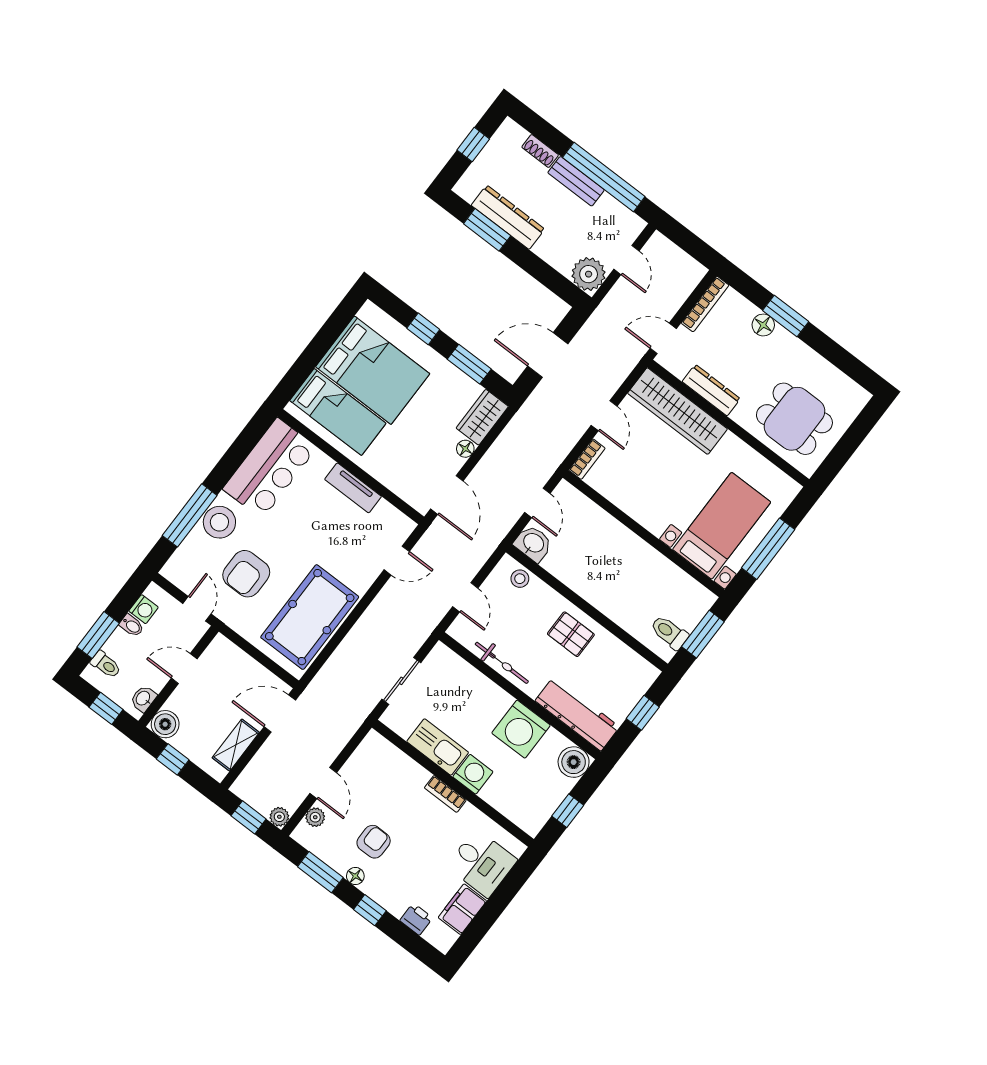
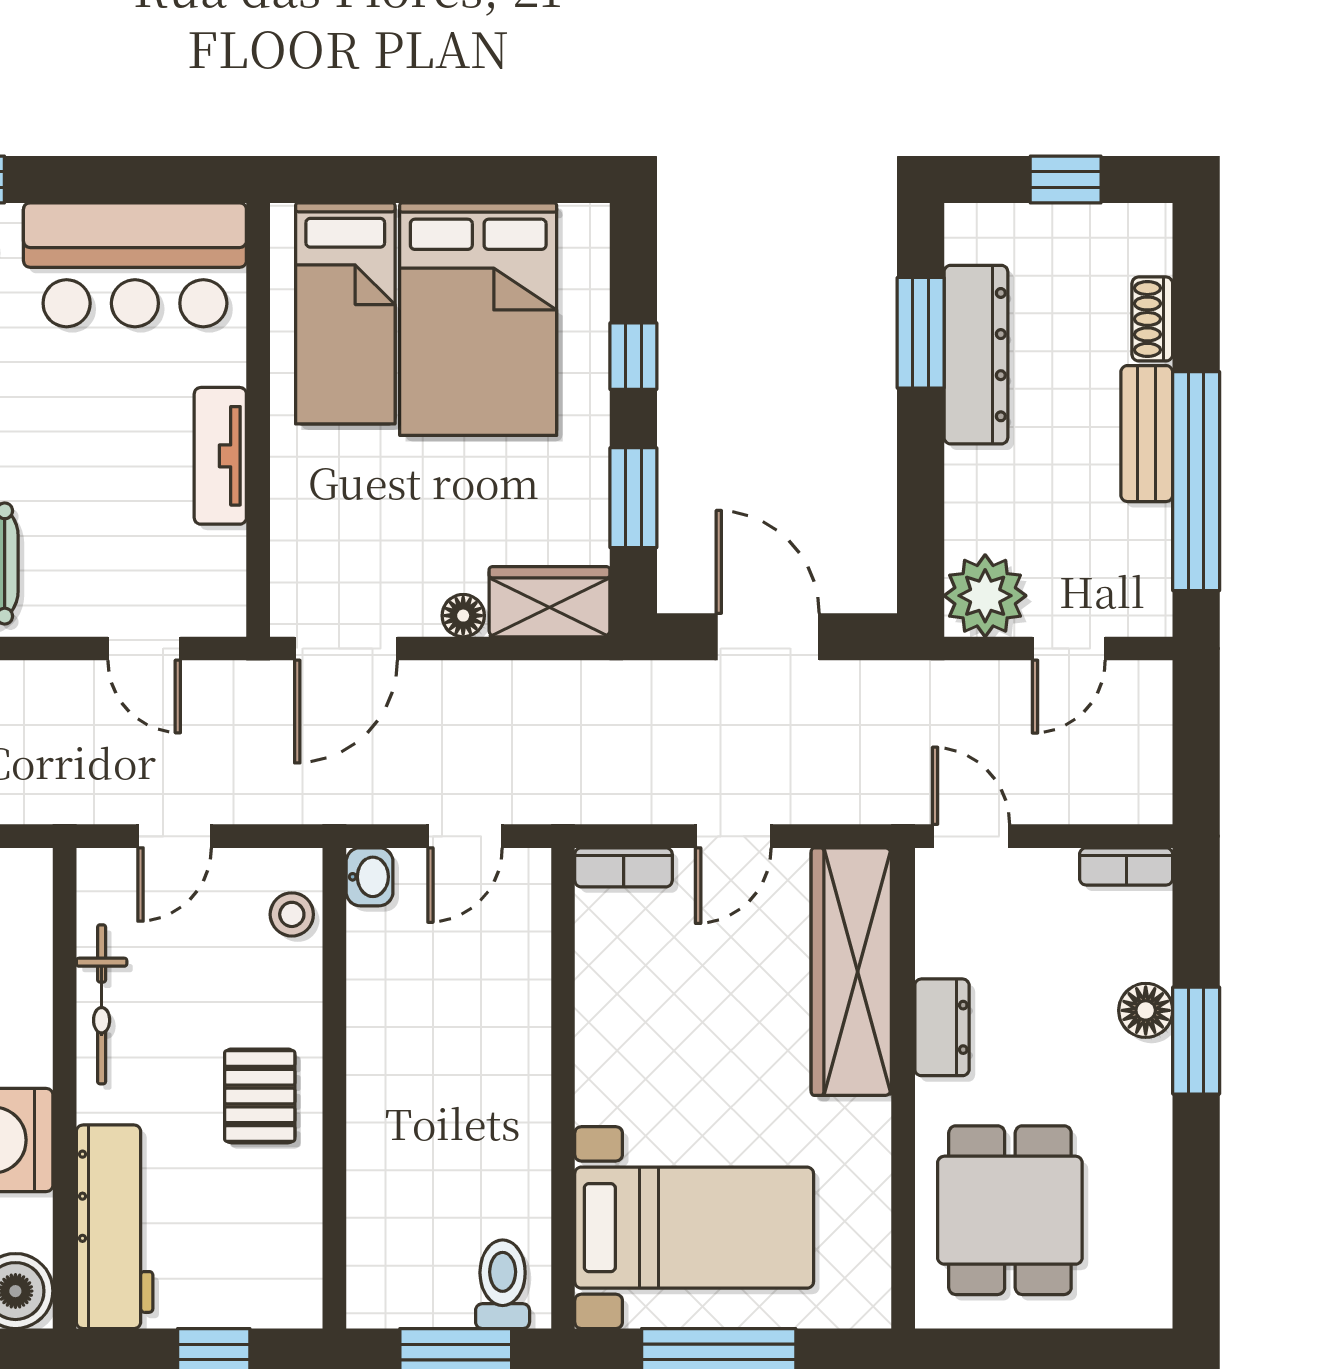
bookcase: (705, 304) -> (1126, 866), width x0.64
dresser: (711, 390) -> (942, 1027), width x0.70
washbasin: (533, 543) -> (370, 877), width x0.72, depth x0.69
toilet: (669, 632) -> (503, 1284), moved

